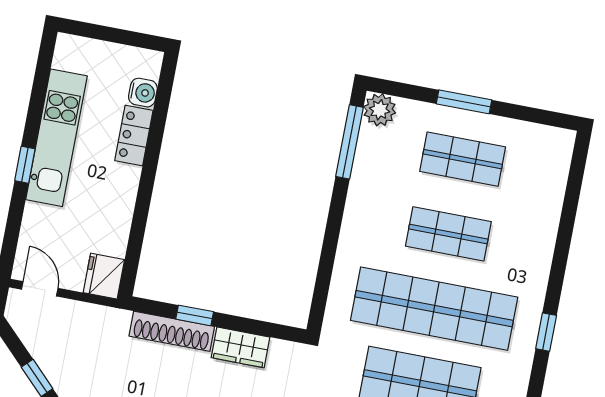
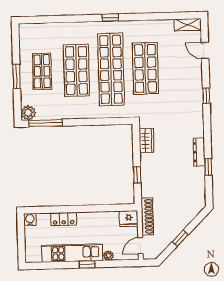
water cooler: (143, 93) -> (30, 220), moved
plant: (34, 215) -> (108, 255), added
shop shelf: (448, 234) -> (76, 70), width x1.43, depth x1.36
shoe rack: (172, 331) -> (147, 216), moved
wardrobe: (240, 347) -> (147, 141), moved

